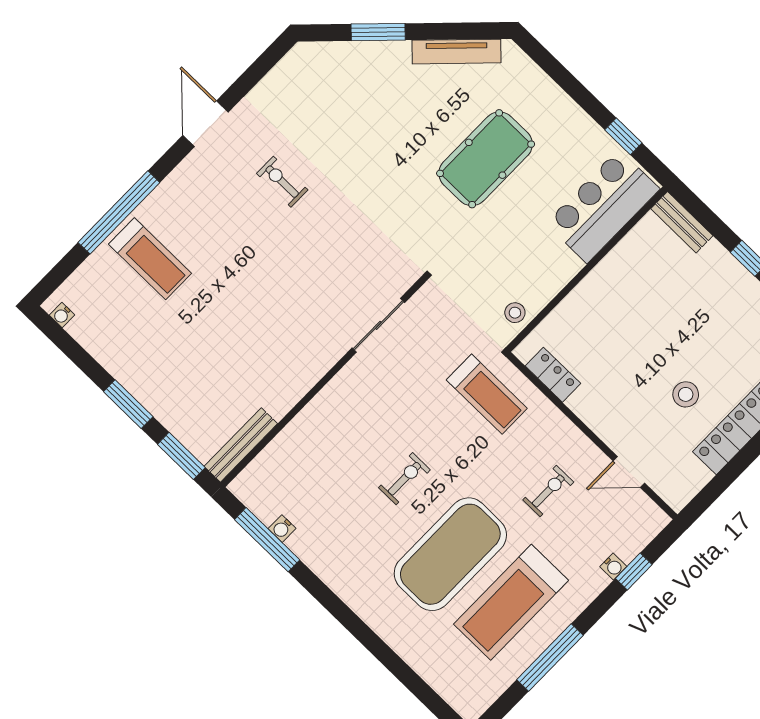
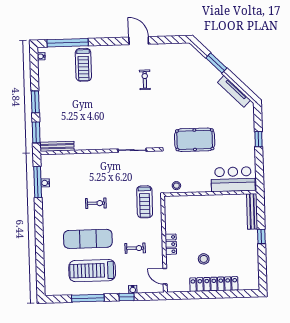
door: (205, 124) -> (139, 41), hinge flipped
window: (623, 136) -> (258, 139), moved
pool table: (486, 159) -> (195, 140), moved
window: (119, 212) -> (68, 43), moved
bench: (682, 222) -> (252, 211), width x1.36
locker: (553, 375) -> (171, 244), moved
door: (629, 472) -> (165, 276), moved
exercise mat: (450, 554) -> (88, 239), width x0.68
window: (634, 572) -> (127, 297), moved

